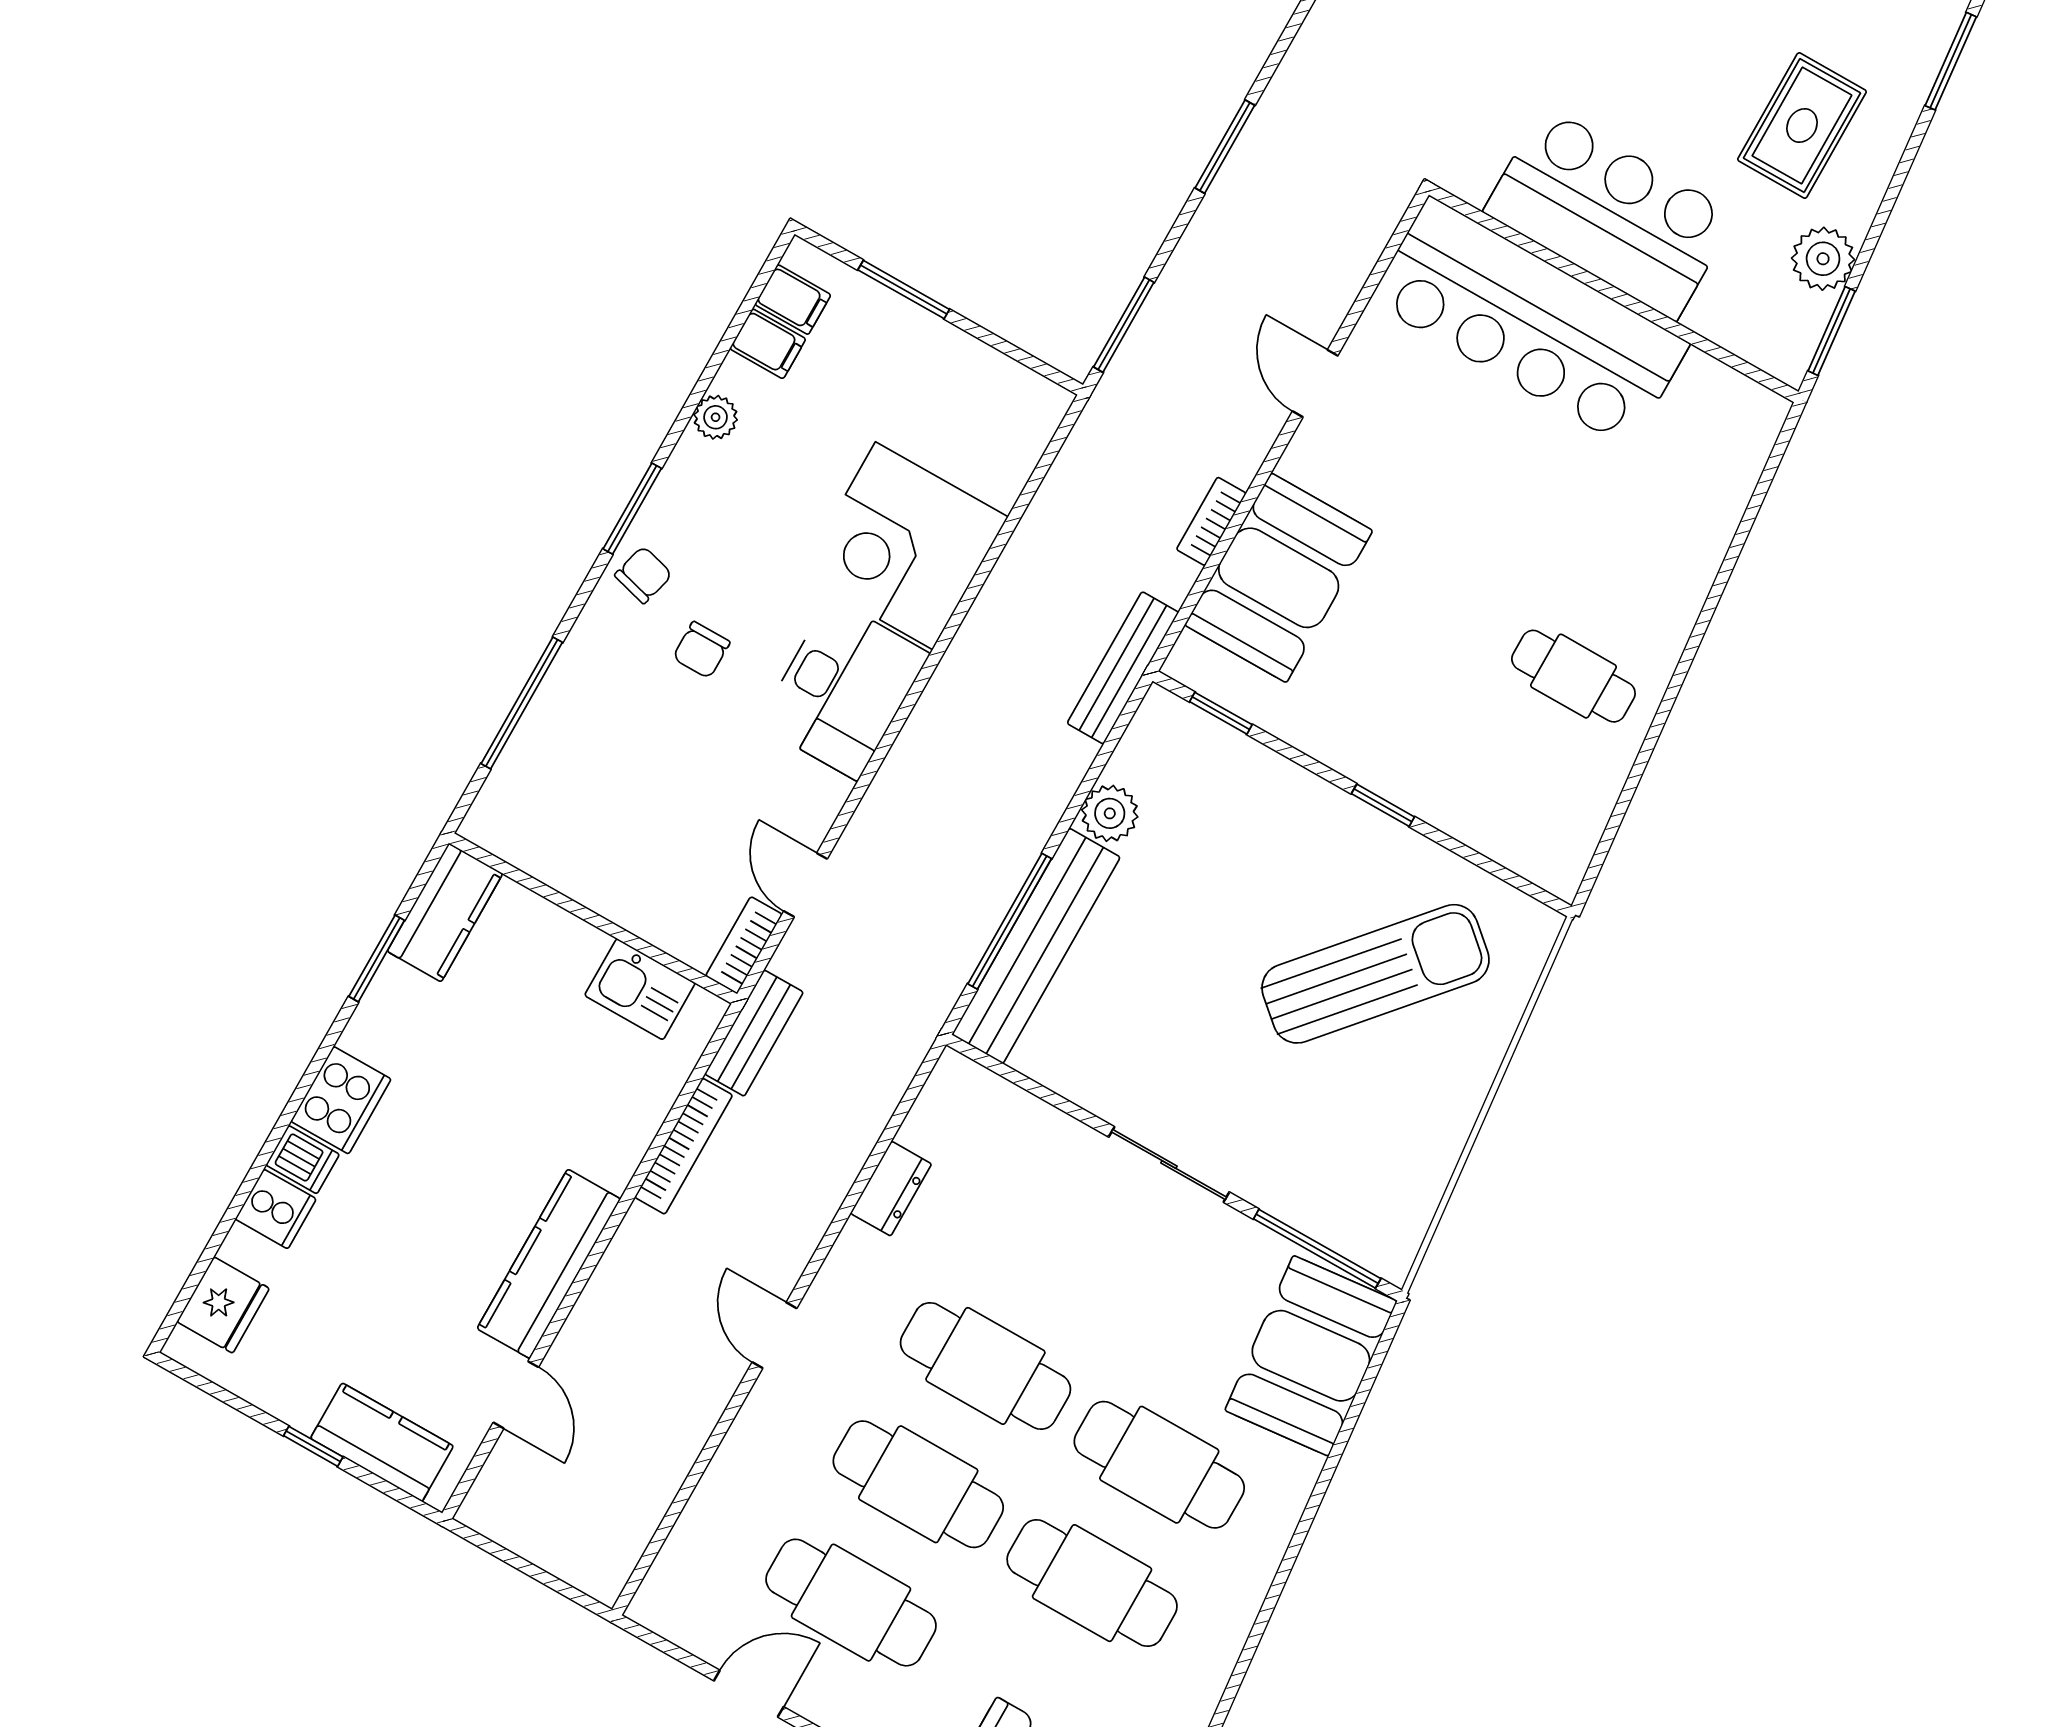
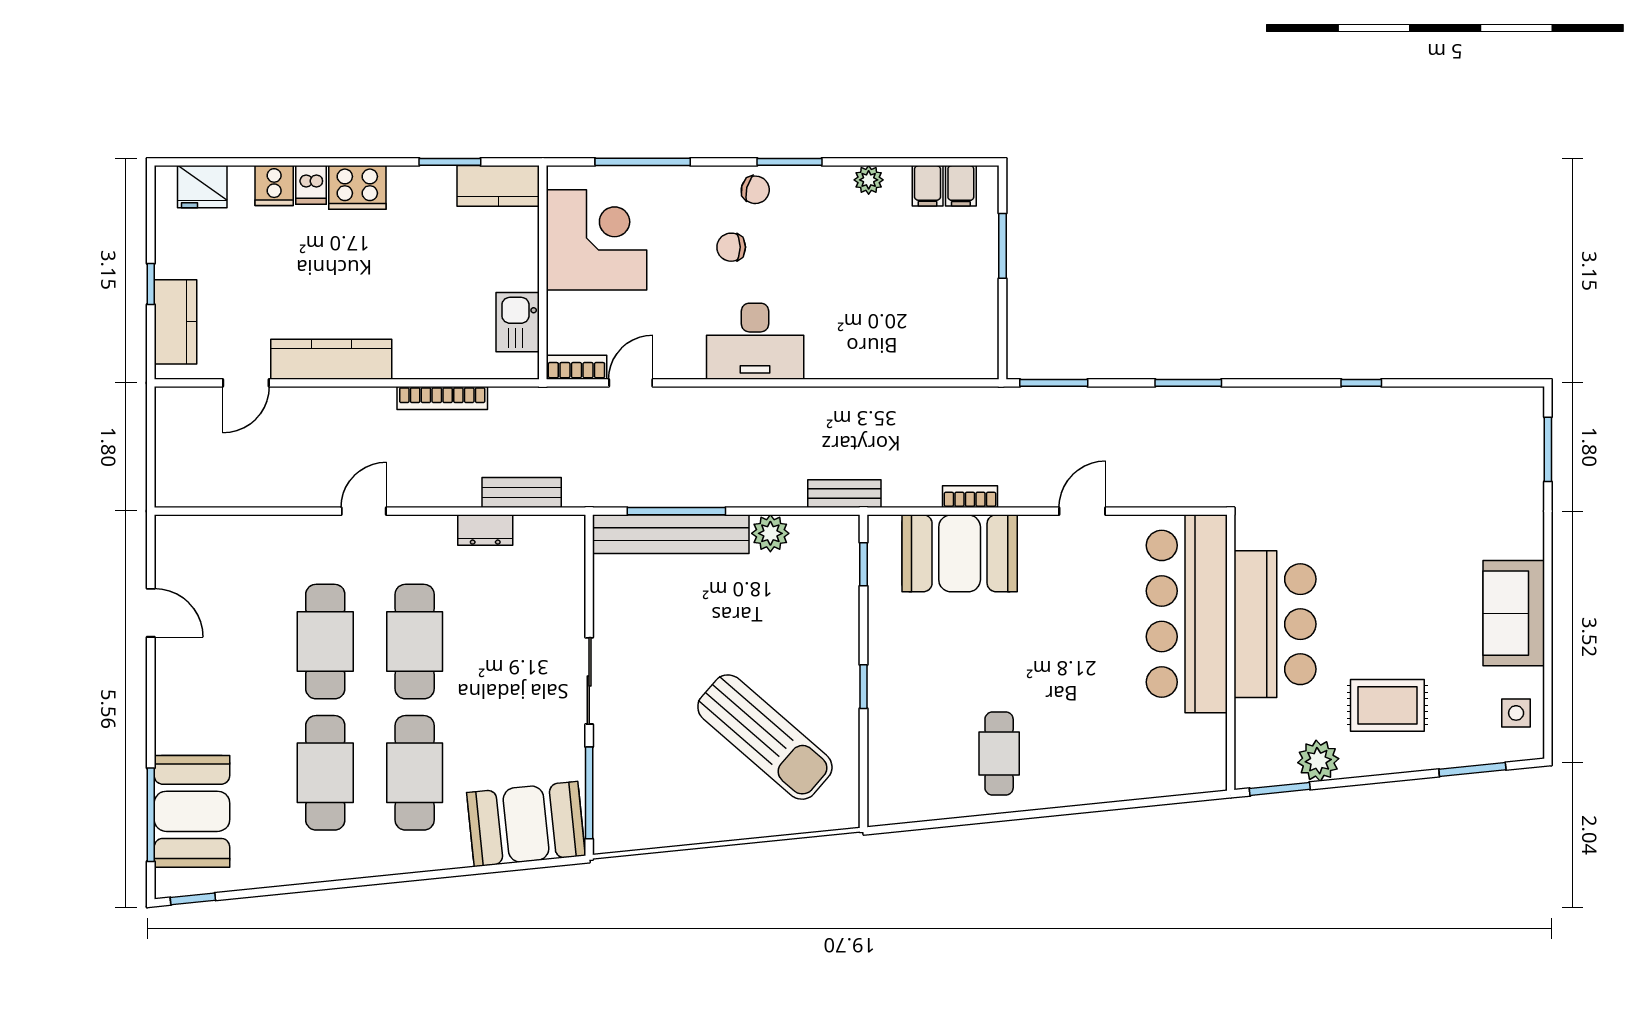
corner desk: (904, 546) -> (596, 240), moved, turned 90
bench: (1123, 668) -> (844, 494), width x0.73
bench: (754, 1033) -> (522, 493), moved
cafe table: (851, 1603) -> (236, 642), removed

